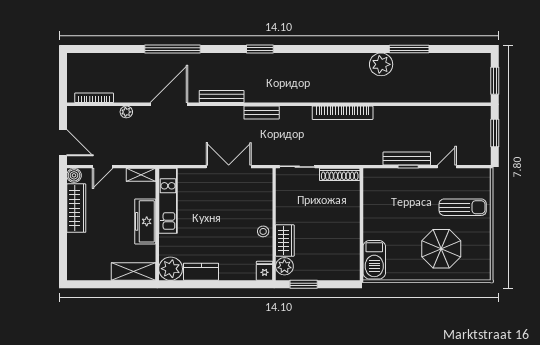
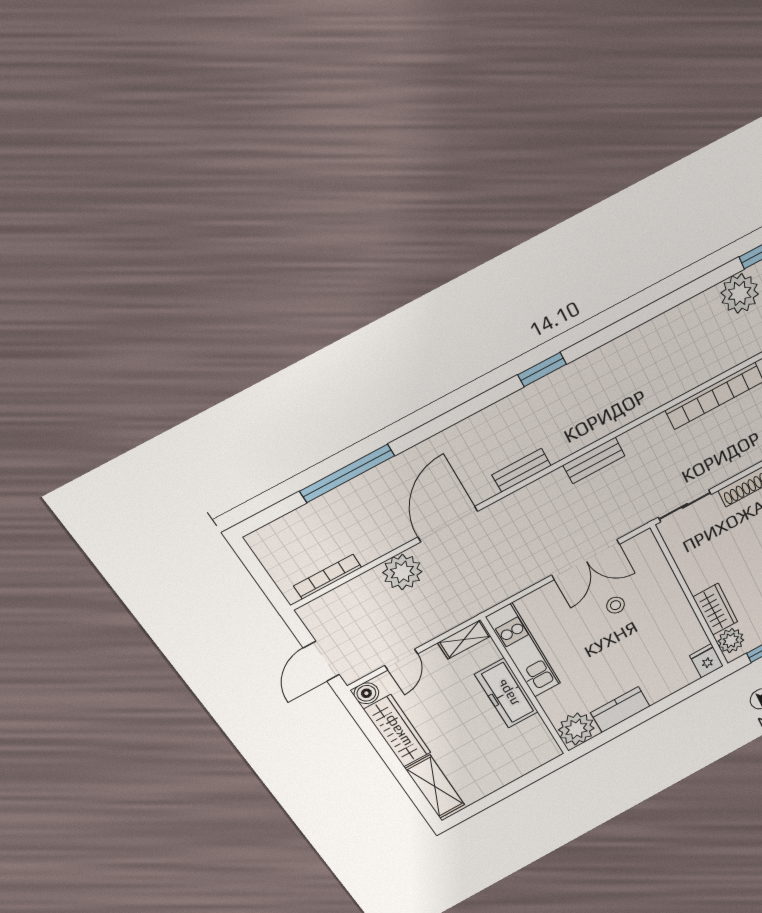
window: (173, 49) -> (347, 473), moved
bench: (222, 97) -> (521, 470), width x0.73
plant: (126, 112) -> (402, 572), width x1.87, depth x1.87
door: (63, 143) -> (321, 661), swing flipped
double door: (229, 167) -> (586, 560), swing flipped
stool: (263, 231) -> (616, 605), moved
shelving: (134, 272) -> (435, 787), moved, turned 90

